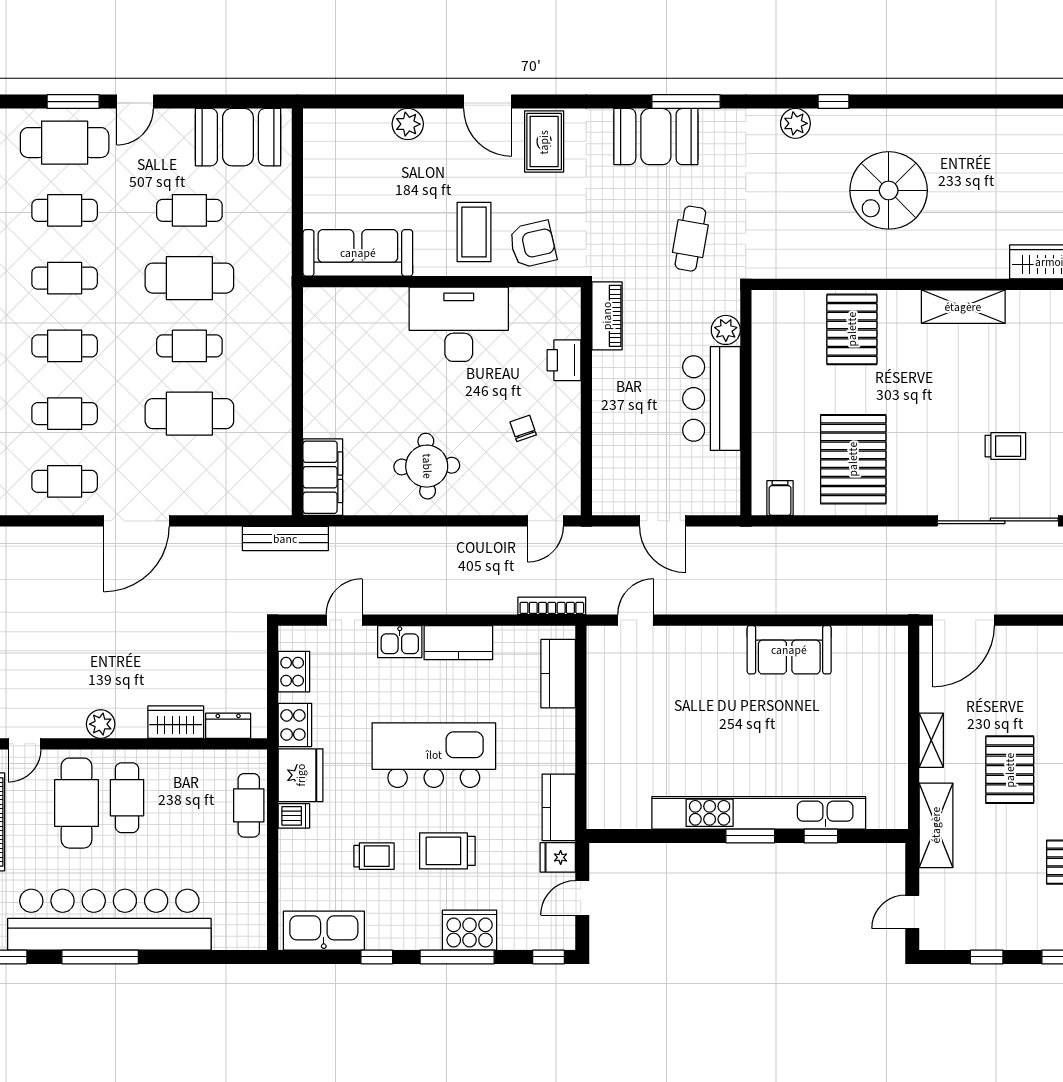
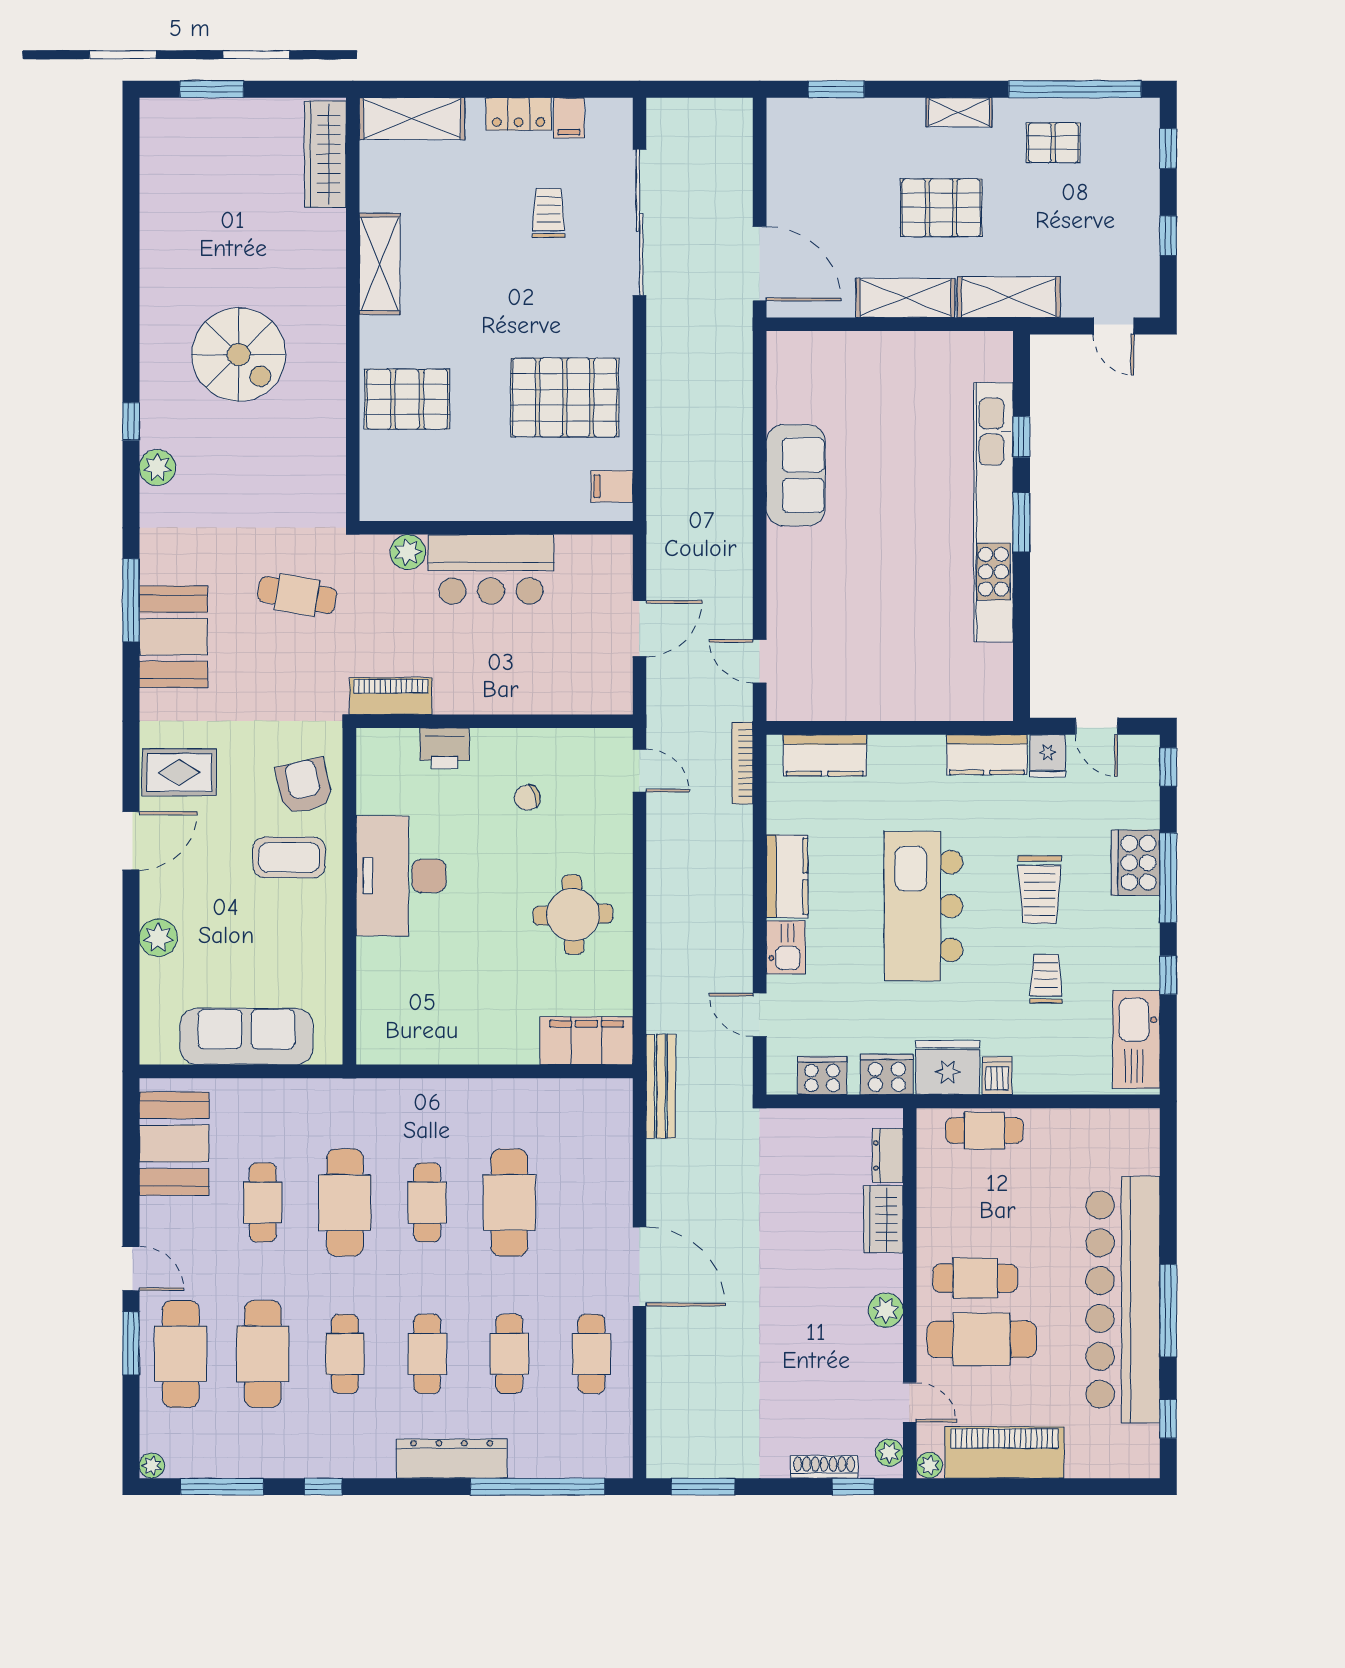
cafe table: (65, 210) -> (263, 1354), width x1.37, depth x1.35
sofa: (358, 253) -> (246, 1036), moved, turned 90
shelving: (931, 740) -> (905, 298), width x1.50, depth x1.33

